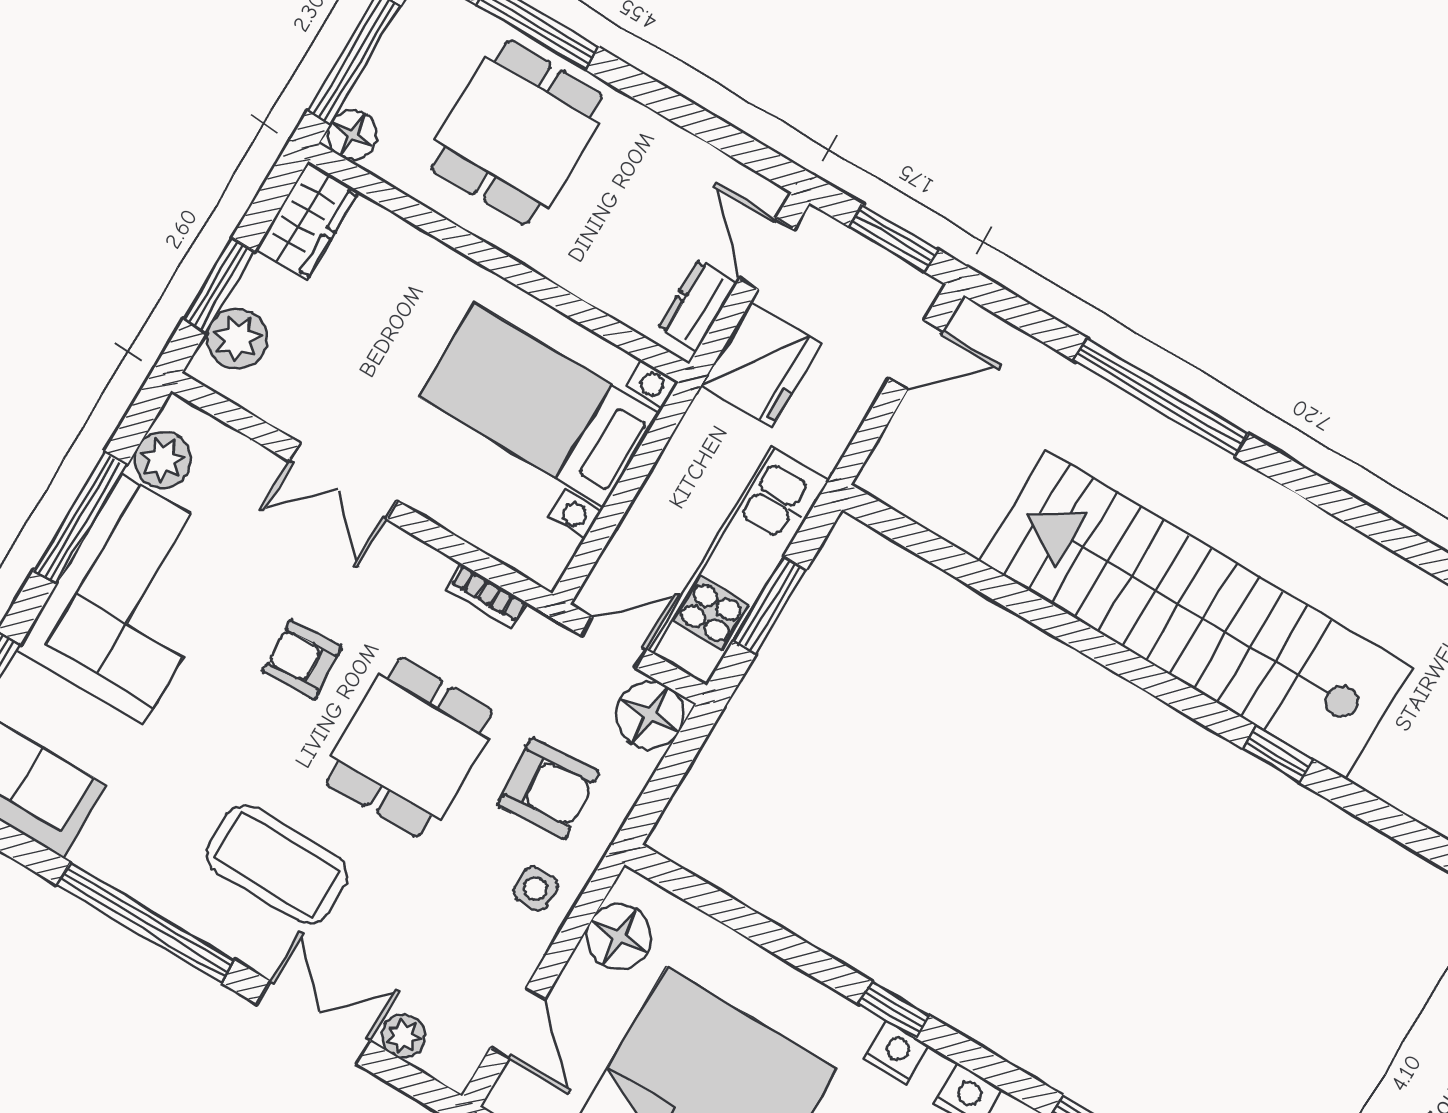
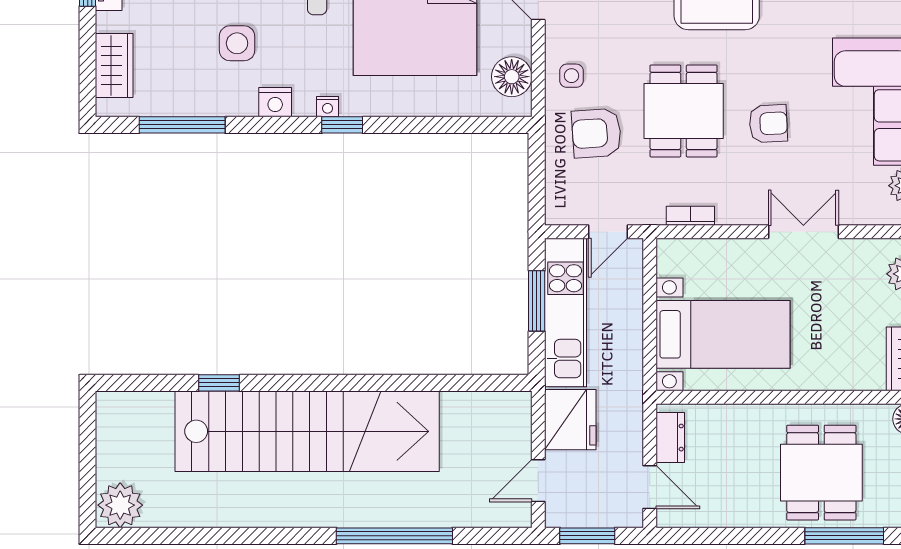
fridge: (761, 364) -> (570, 420), moved, turned 180
floor lamp: (650, 715) -> (565, 204), removed
nightstand: (896, 1052) -> (328, 107), width x0.72, depth x0.74

